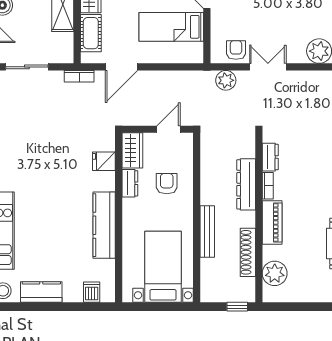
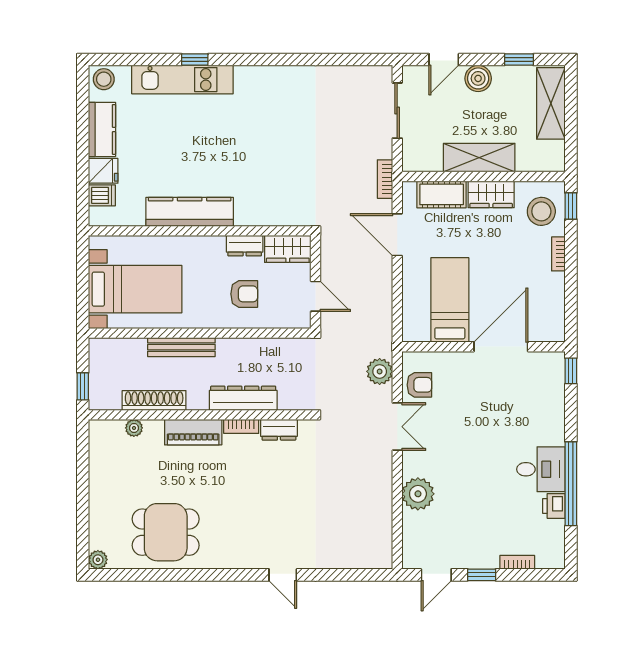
fridge: (104, 161) -> (103, 171), moved, turned 90
plant: (275, 273) -> (134, 428), width x0.53, depth x0.53

